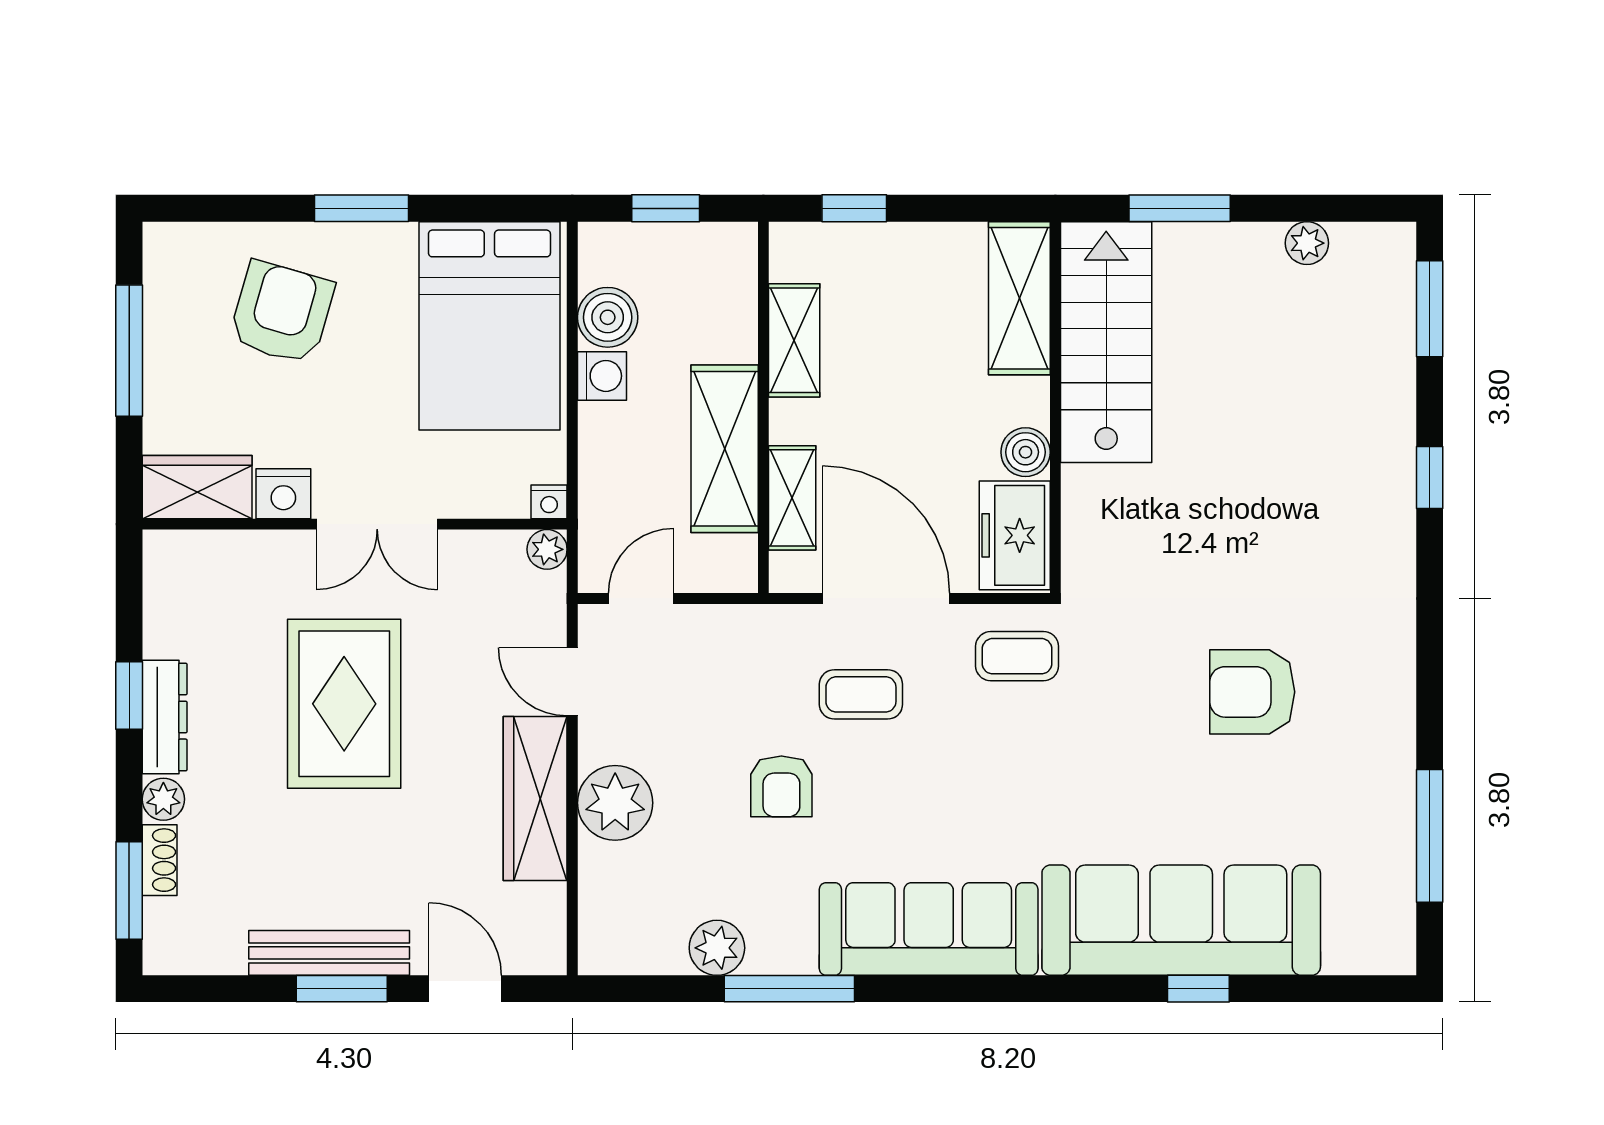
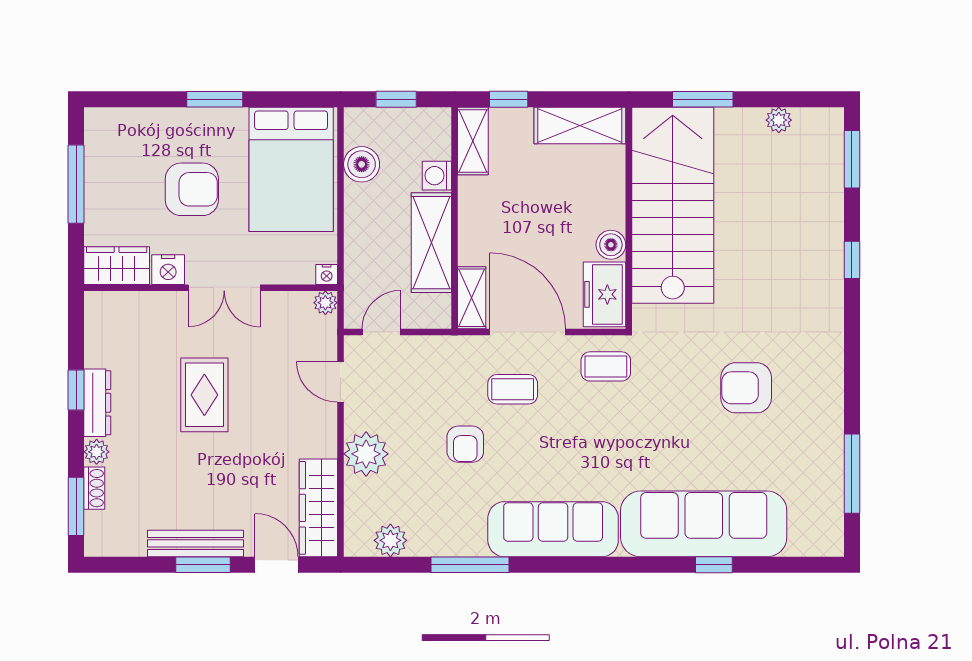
shelving: (1019, 298) -> (580, 125), moved, turned 90
armchair: (282, 313) -> (192, 189), moved, turned 74
shelving: (794, 340) -> (473, 141), moved
stairs: (1106, 342) -> (673, 205), width x1.36, depth x1.51
washing machine: (602, 376) -> (437, 176), moved, turned 180
shelving: (792, 498) -> (472, 298), moved
rug: (344, 704) -> (204, 395), width x0.73, depth x0.70
wardrobe: (535, 799) -> (318, 508), moved
plant: (717, 948) -> (390, 540), moved

